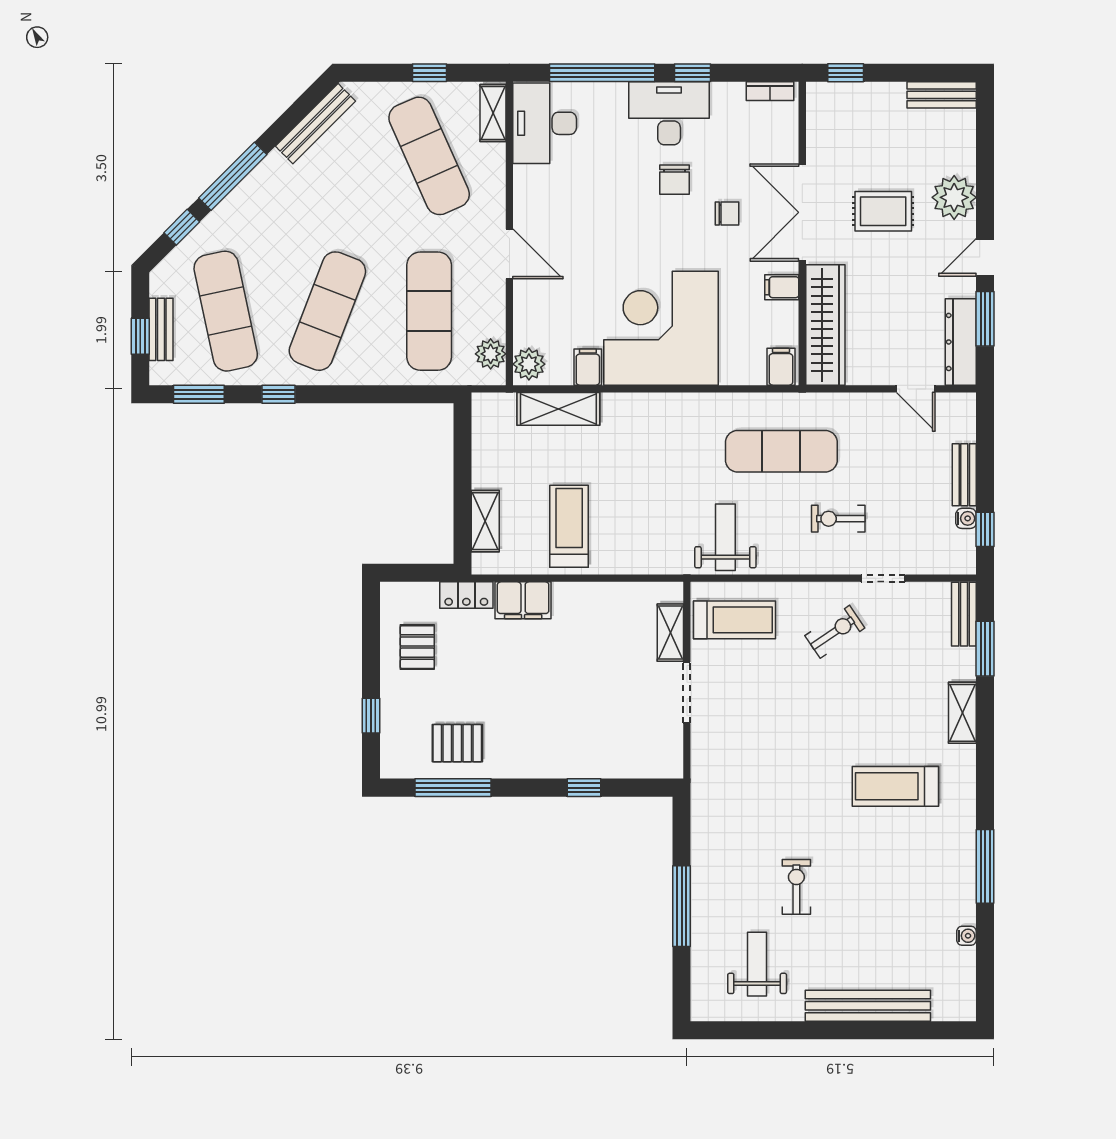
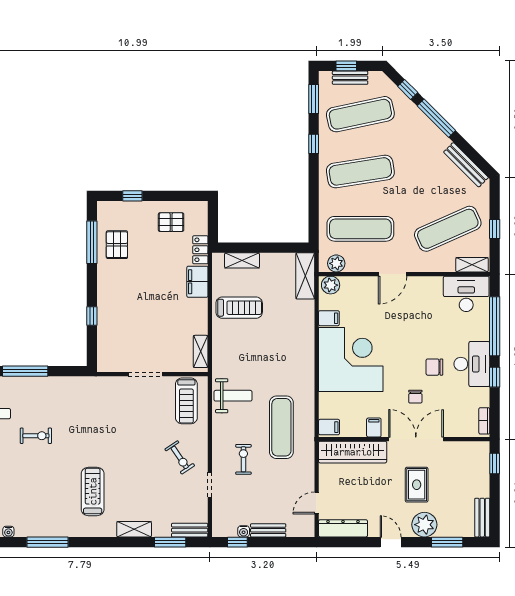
exercise mat: (327, 311) -> (360, 171), turned -30
window: (985, 319) -> (447, 542), moved
shelving: (558, 409) -> (305, 276), moved
shelving: (670, 633) -> (201, 351), moved, turned 90

